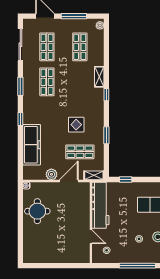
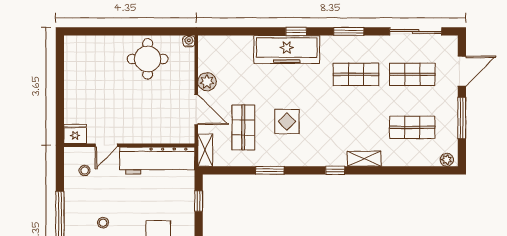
freezer: (32, 145) -> (287, 50), moved
fridge: (84, 256) -> (75, 134), added

